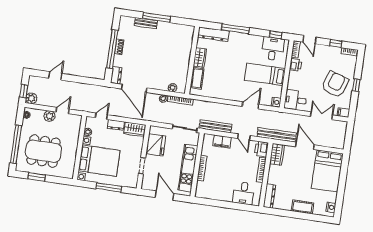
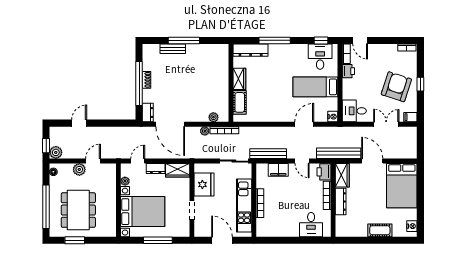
window: (336, 43) -> (390, 40), removed
dining table: (44, 151) -> (78, 210), turned 90
dresser: (269, 196) -> (341, 201), moved

